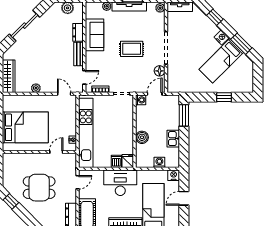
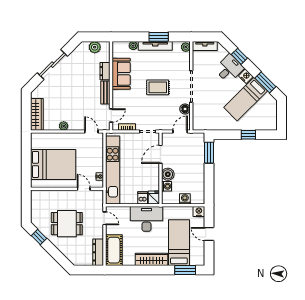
desk: (204, 30) -> (229, 69), added
washing machine: (141, 100) -> (167, 186), moved
door: (135, 117) -> (161, 154), added
kitchen sink: (173, 139) -> (199, 175), removed
door: (56, 152) -> (84, 189), hinge flipped
door: (77, 182) -> (104, 218), hinge flipped
door: (184, 198) -> (209, 234), hinge flipped

